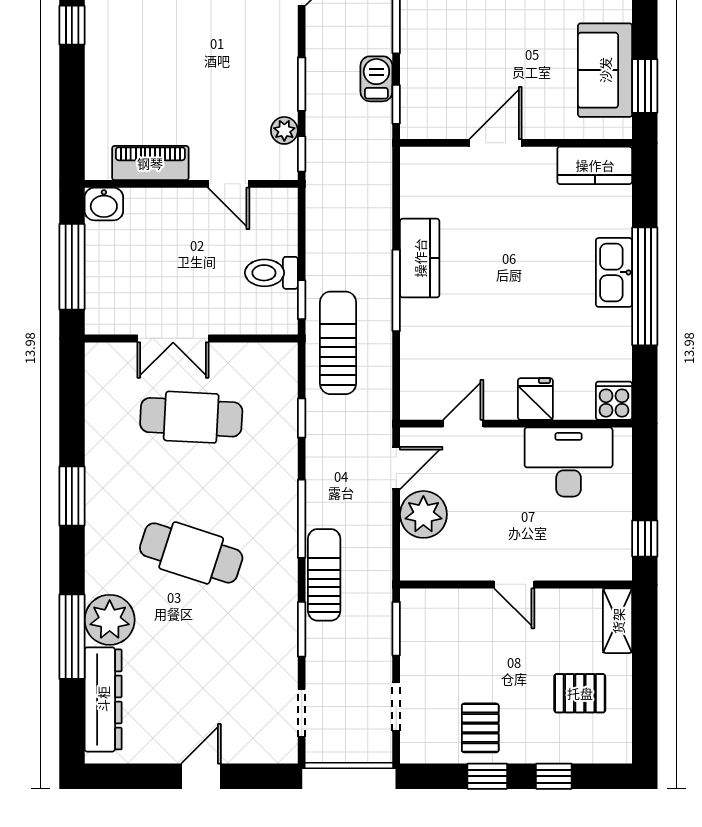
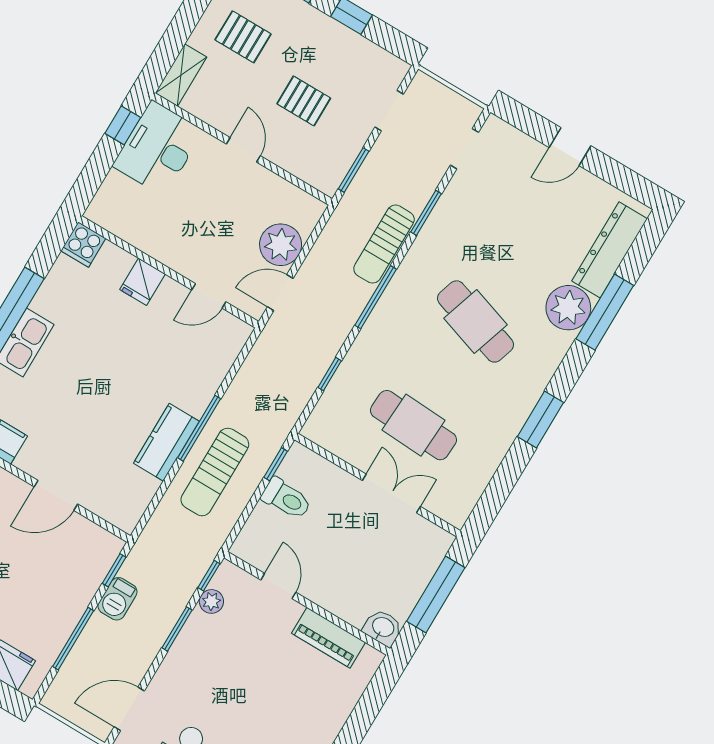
sun lounger: (338, 343) -> (215, 472), moved
desk: (569, 462) -> (158, 148), moved, turned 90
pallet: (480, 728) -> (304, 101), moved, turned 90

